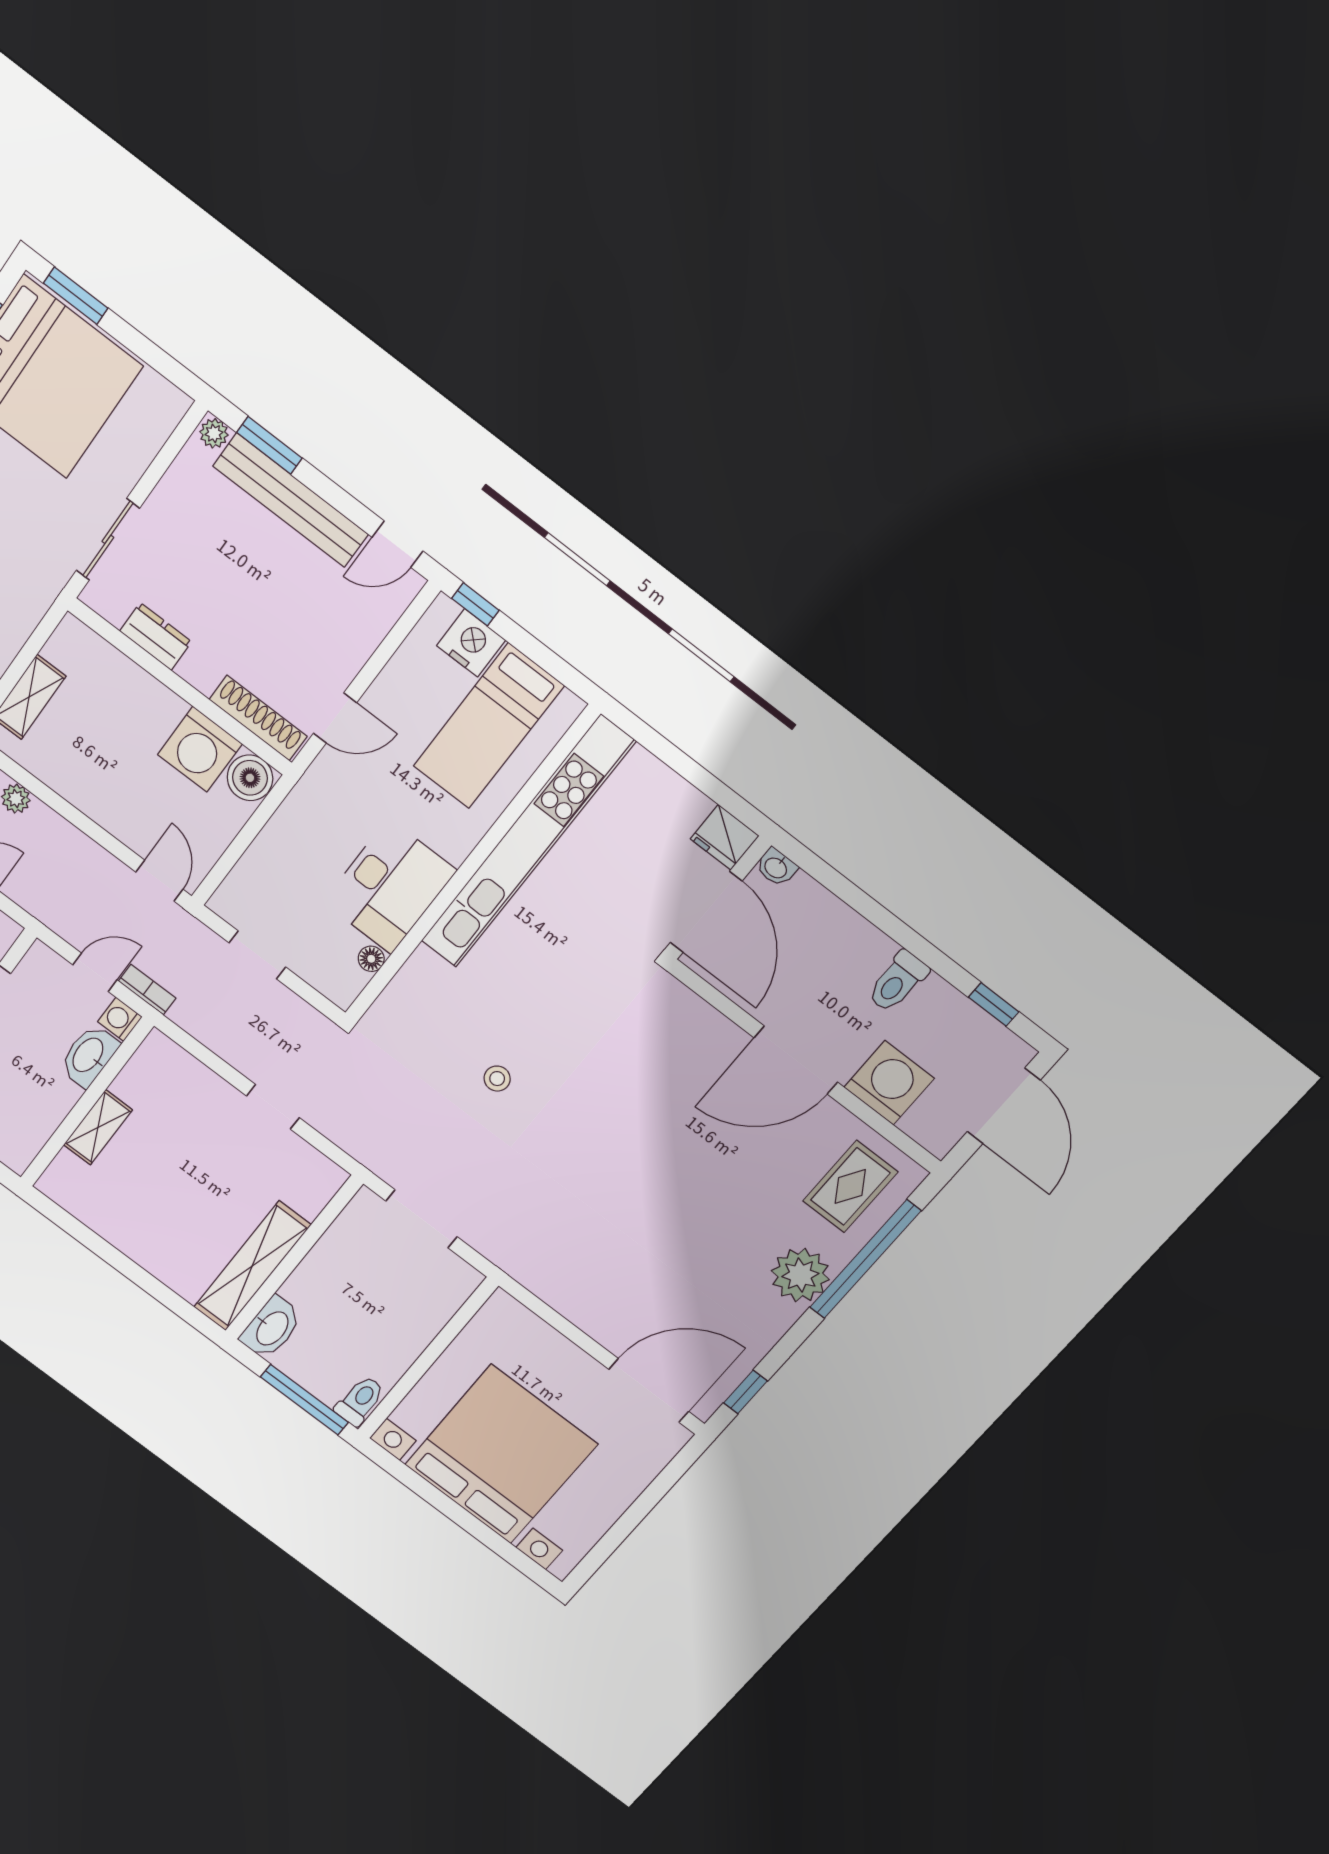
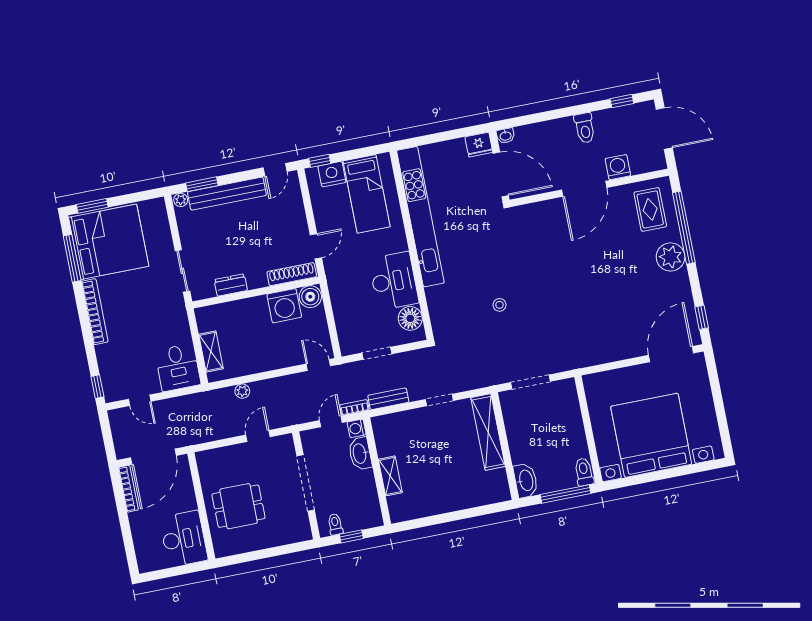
floor lamp: (371, 959) -> (410, 318), width x1.89, depth x1.89
bench: (206, 1030) -> (388, 399), added
washing machine: (889, 1083) -> (618, 167), width x0.73, depth x0.73
shelving: (252, 1266) -> (488, 432), moved

